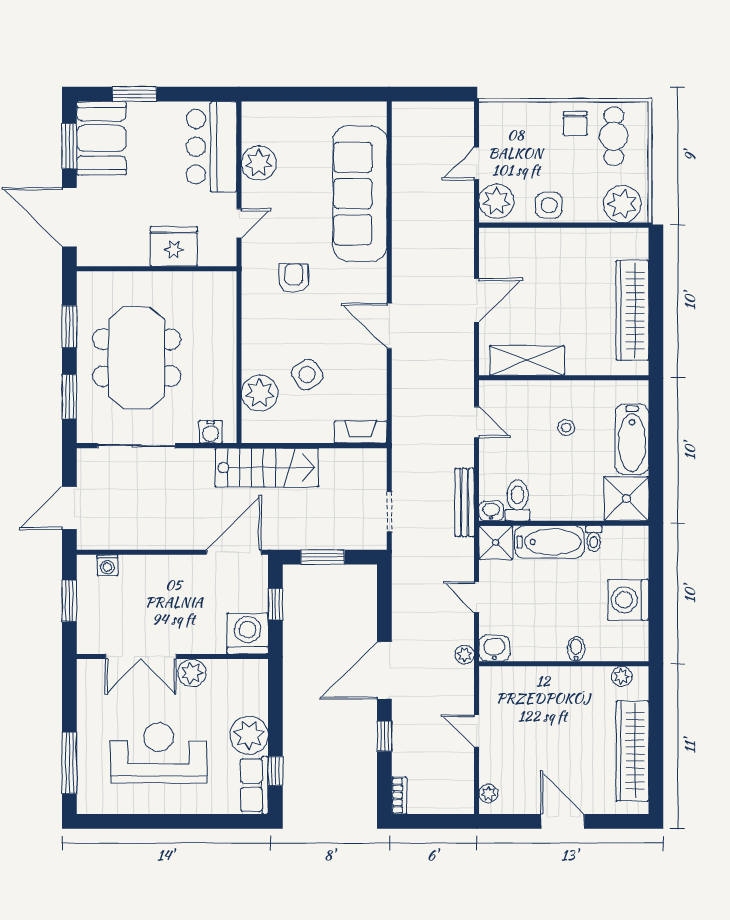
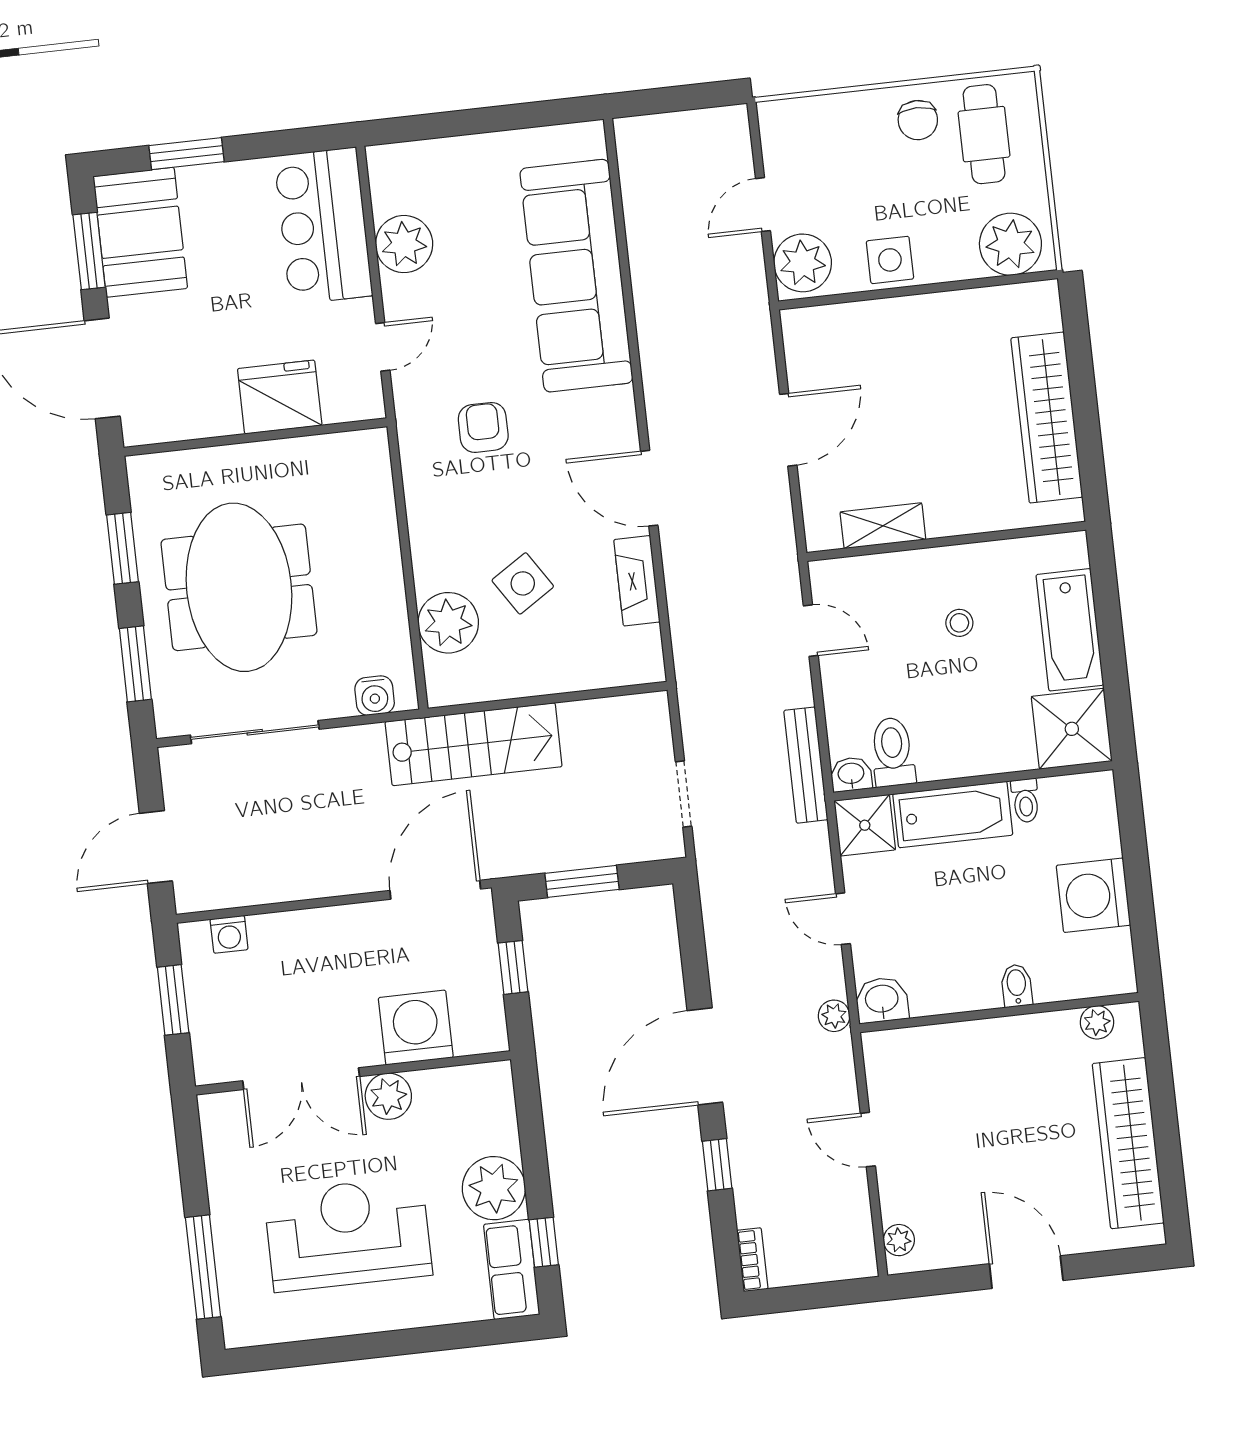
shelving: (527, 360) -> (883, 526), width x0.67, depth x0.75
fireplace: (361, 432) -> (637, 581), moved, turned -90
washing machine: (248, 634) -> (416, 1028), moved

